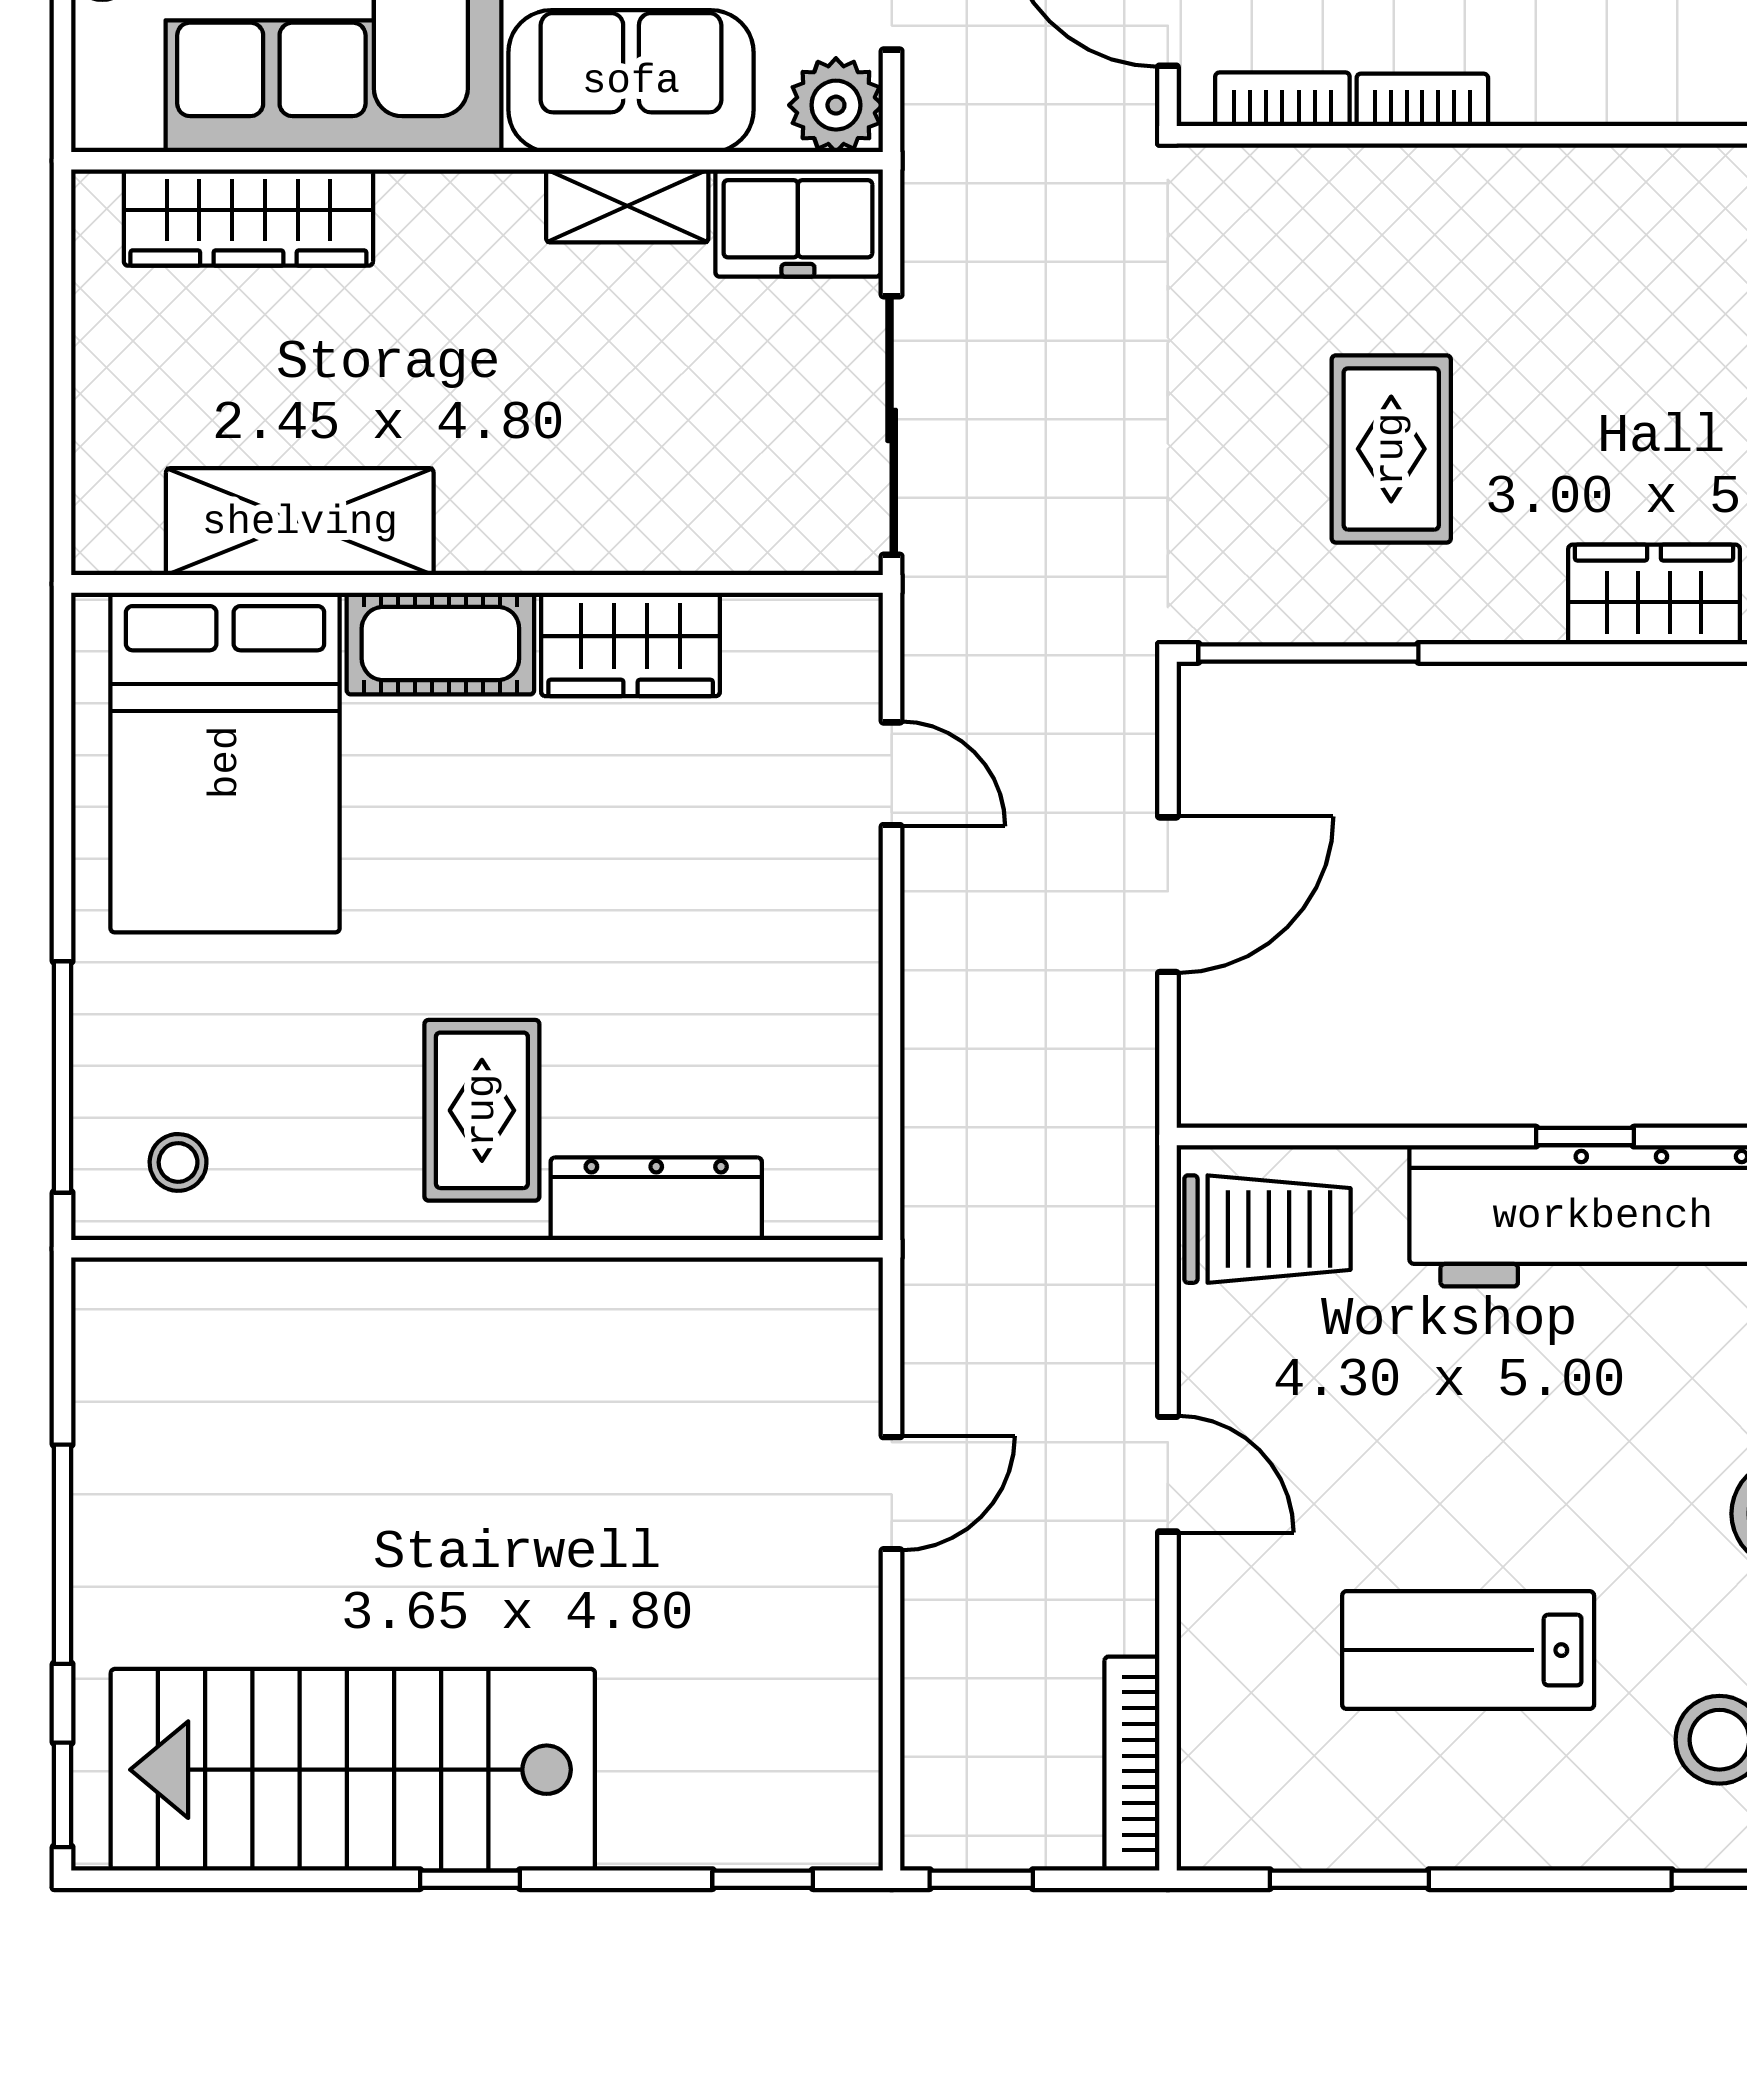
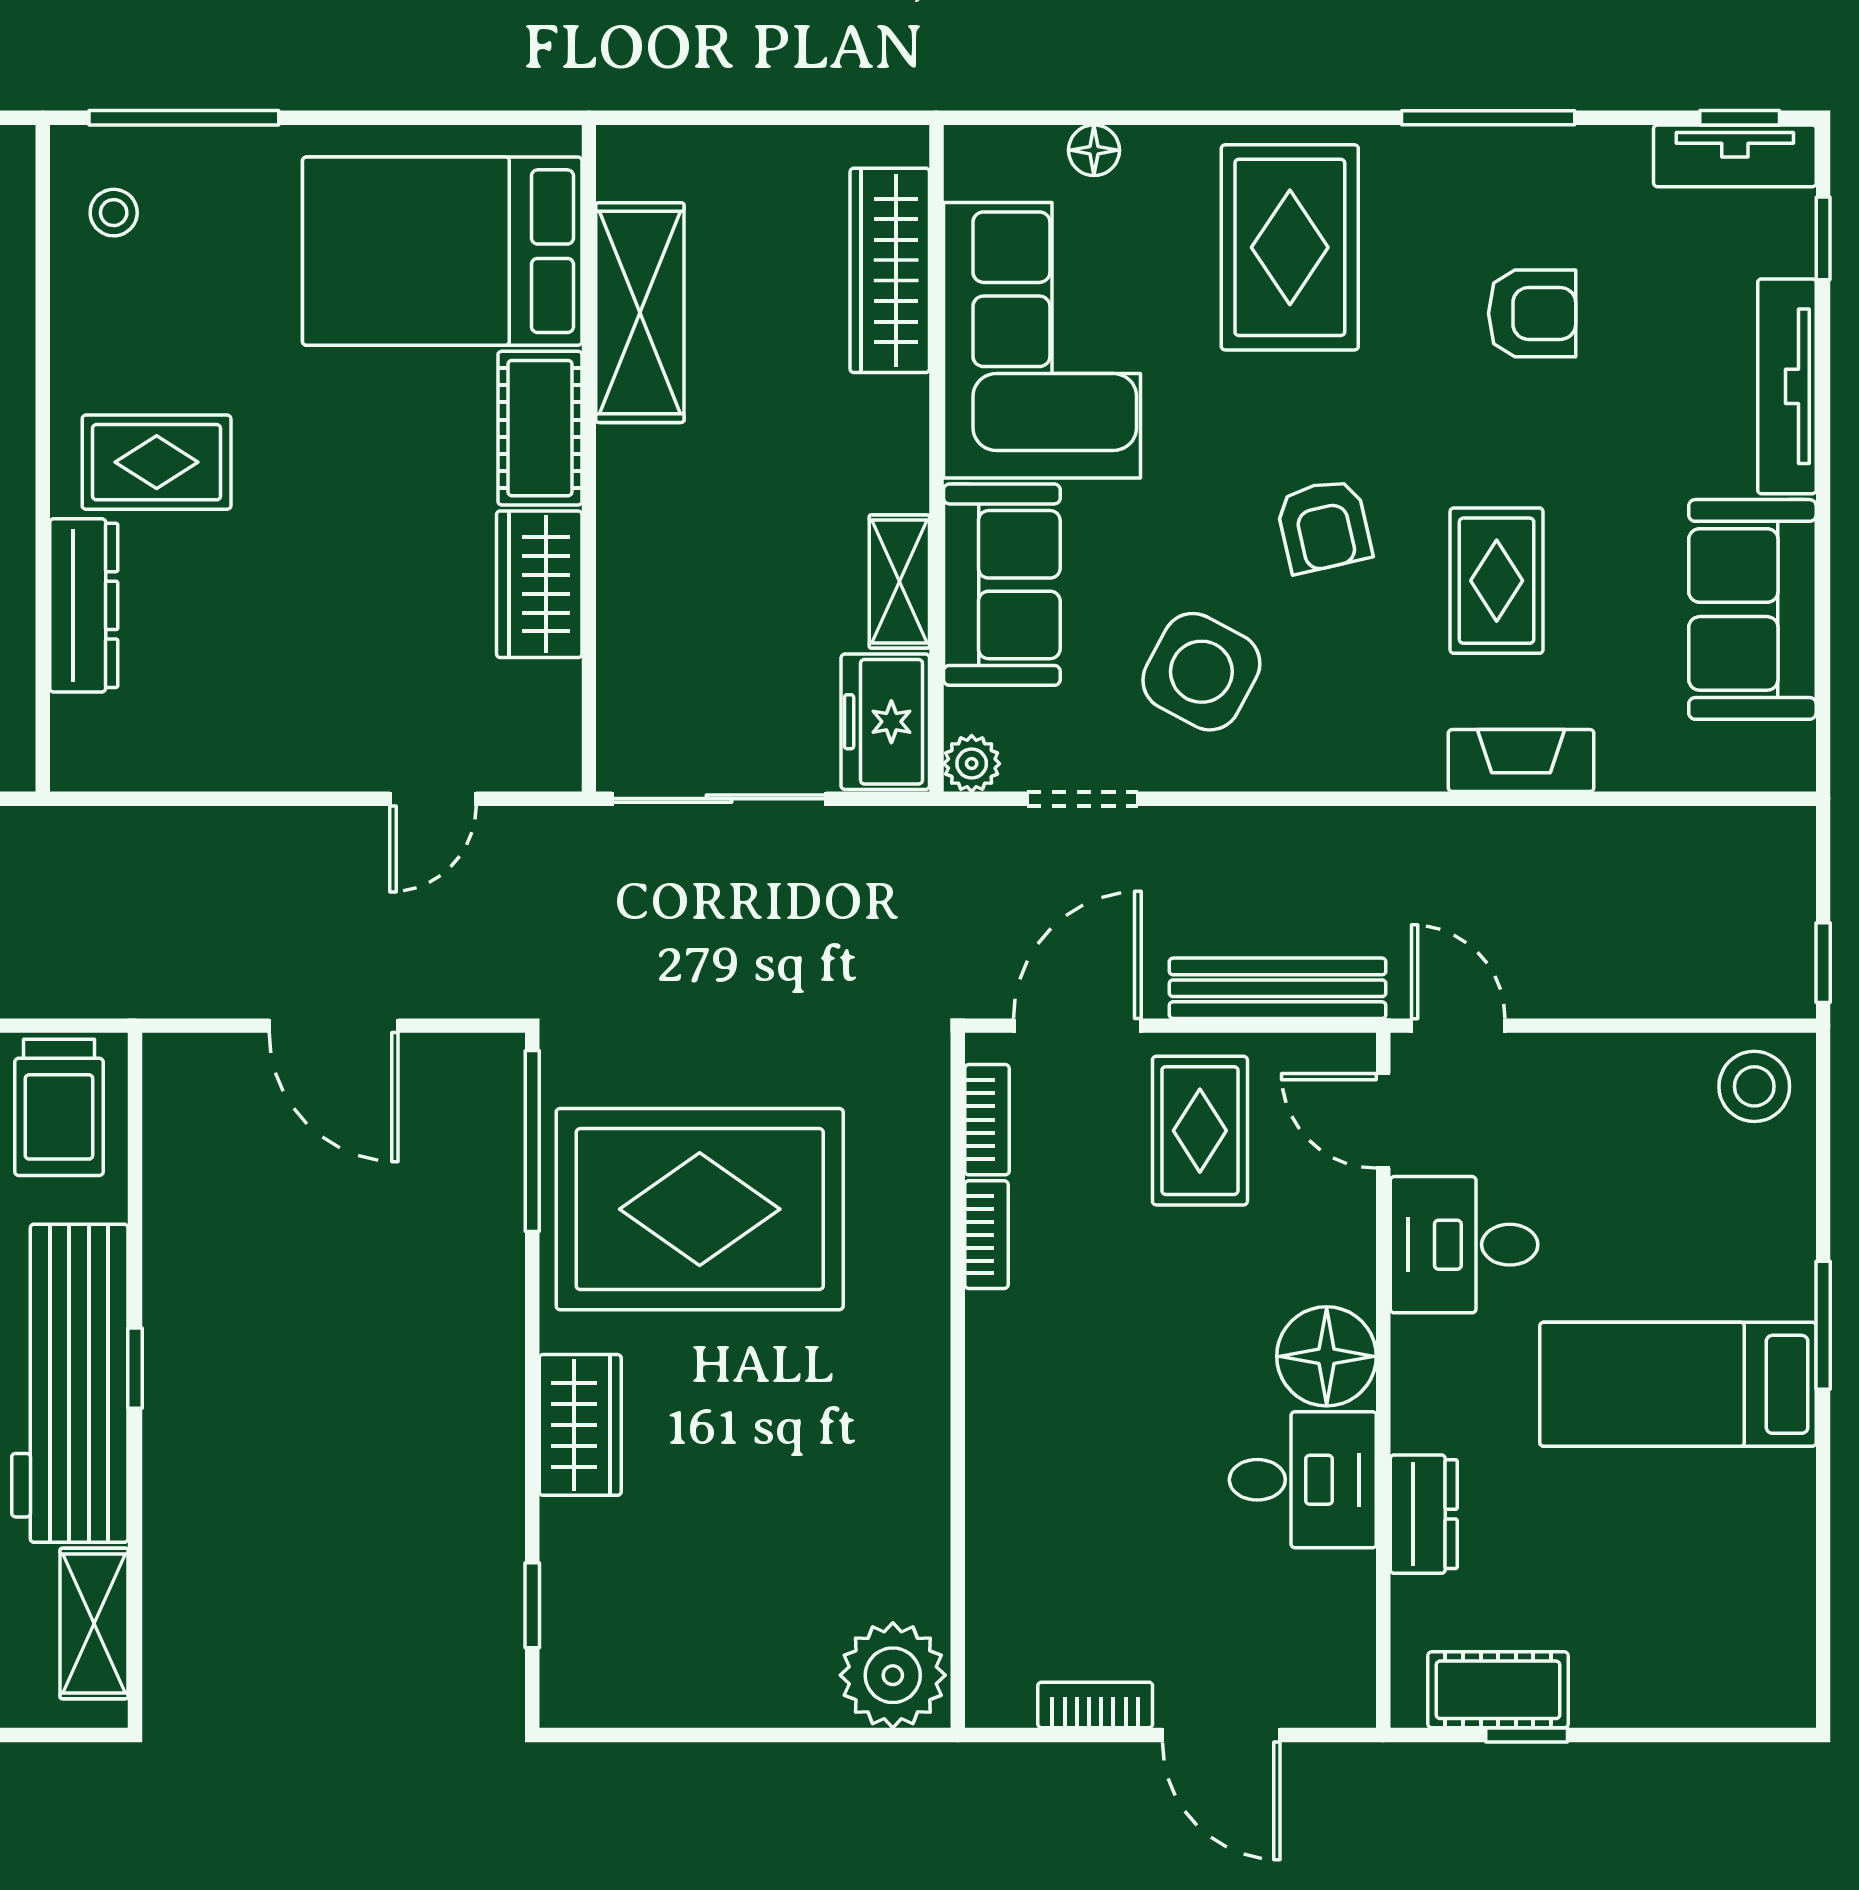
plant: (836, 105) -> (972, 764), width x0.73, depth x0.73
rug: (1391, 449) -> (700, 1209), width x1.86, depth x2.06

